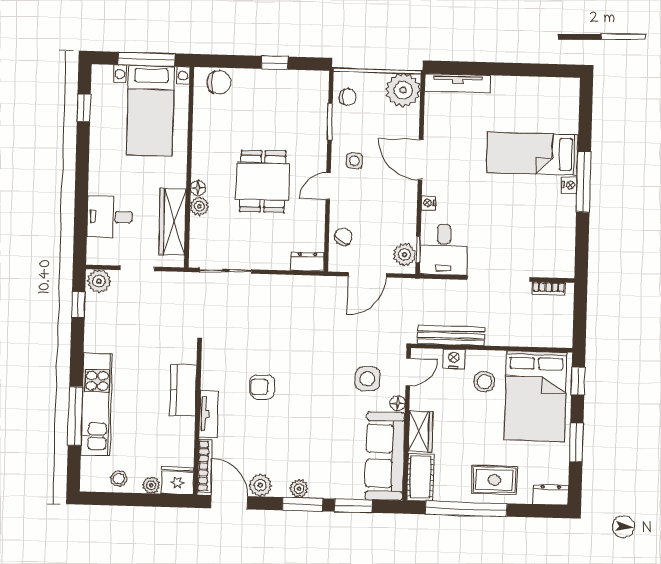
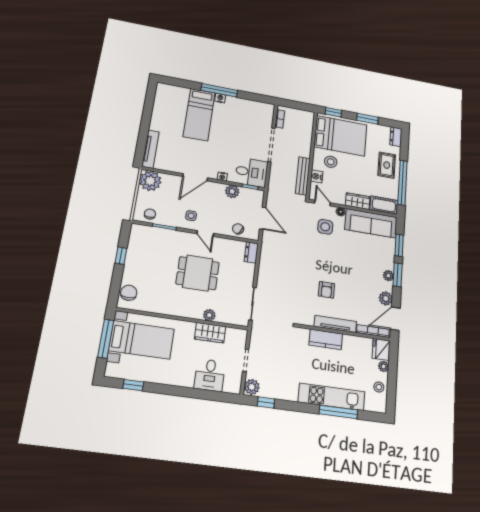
floor lamp: (198, 188) -> (197, 315), removed
wardrobe: (172, 222) -> (210, 333), width x0.67
plant: (405, 255) -> (232, 191), moved
tv unit: (209, 414) -> (335, 324), width x1.41

